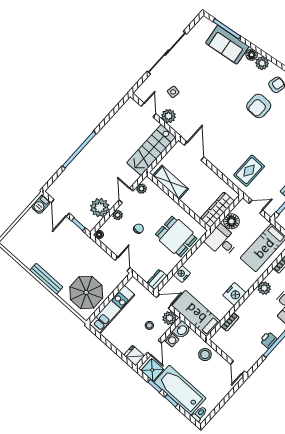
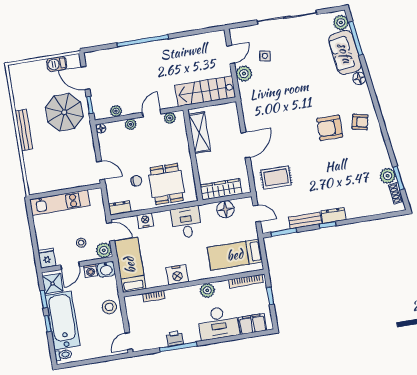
plant: (262, 63) -> (341, 22), moved
door: (194, 151) -> (246, 145), moved
barbecue: (41, 204) -> (57, 64), moved
door: (60, 208) -> (86, 78), hinge flipped
plant: (100, 208) -> (116, 111), width x0.53, depth x0.53
chair: (139, 229) -> (136, 181), moved
desk: (222, 241) -> (186, 222), moved
door: (122, 264) -> (101, 170), hinge flipped
parasol: (86, 292) -> (64, 112), moved

